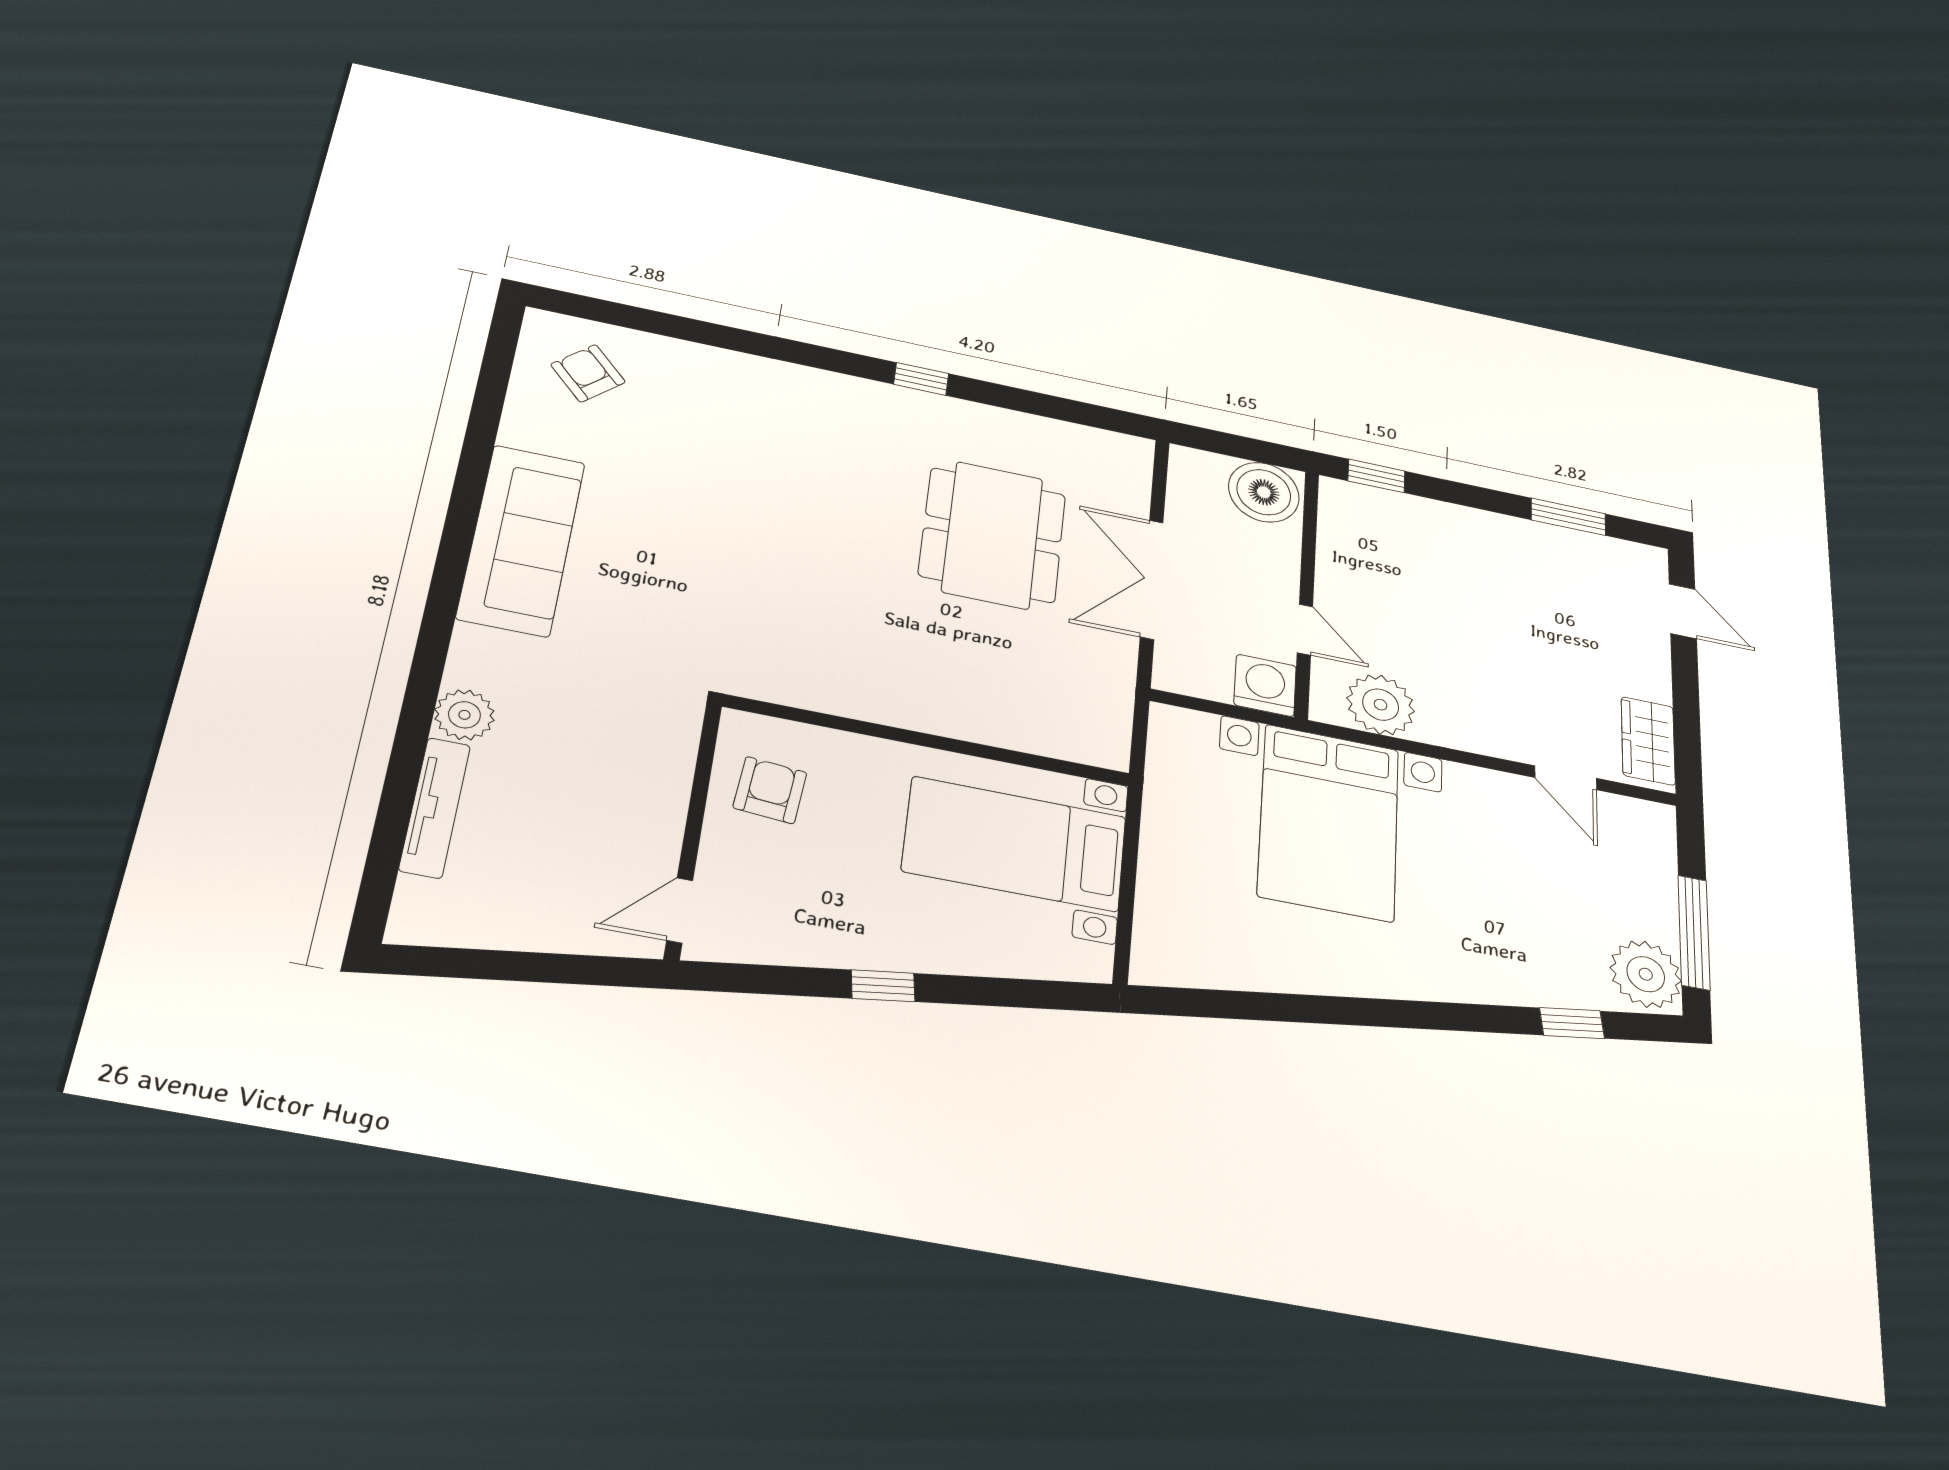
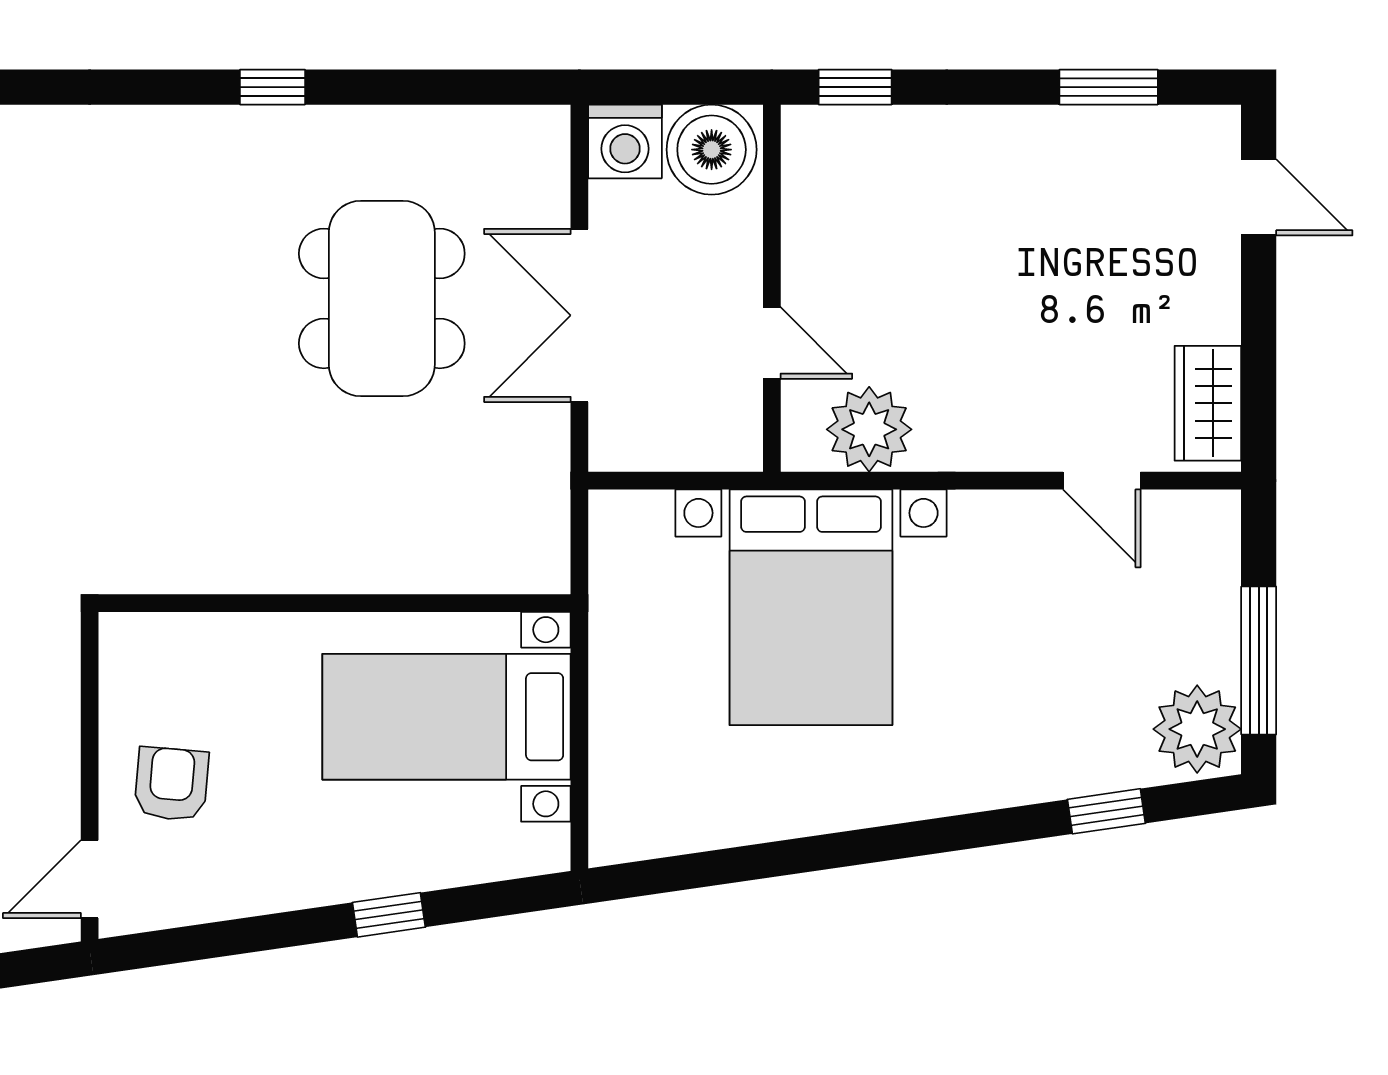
washing machine: (1265, 685) -> (625, 141), moved, turned 180
armchair: (770, 790) -> (171, 784), moved
window: (883, 986) -> (389, 915), moved

